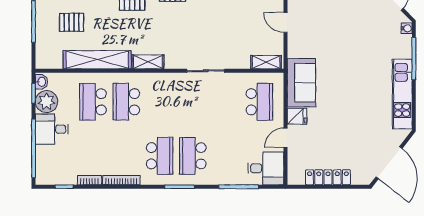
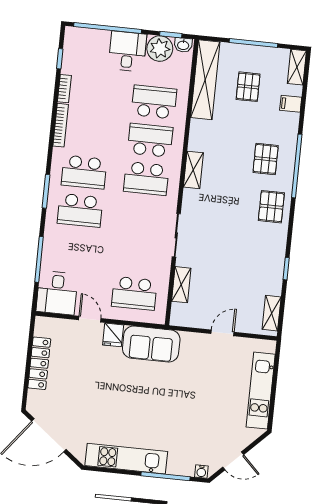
shelving: (97, 60) -> (205, 80), moved
shelving: (266, 62) -> (181, 285), moved
school desk: (160, 102) -> (146, 179), added
school desk: (193, 156) -> (80, 210), turned 180

